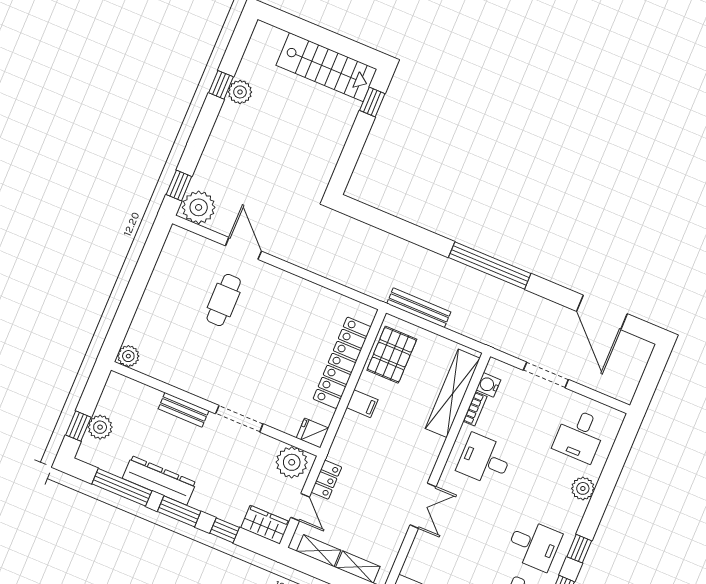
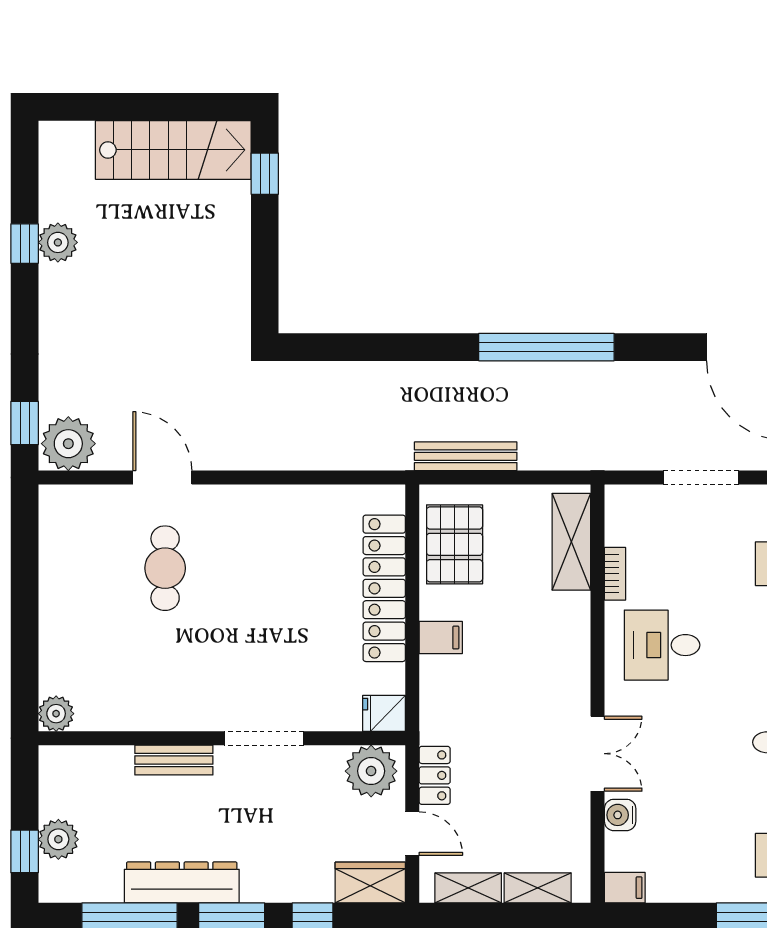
water cooler: (488, 385) -> (620, 815), moved
shelving: (453, 393) -> (571, 542), width x0.68

